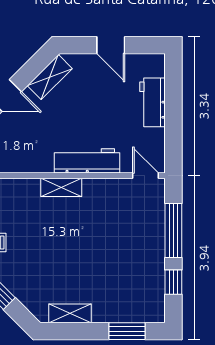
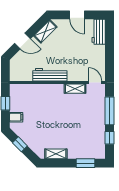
workbench: (152, 102) -> (99, 32), moved
workbench: (87, 161) -> (50, 75), moved
shelving: (61, 187) -> (75, 89), moved

